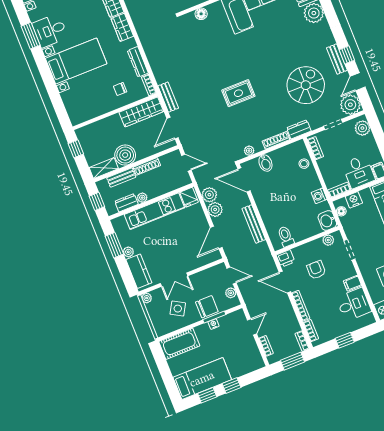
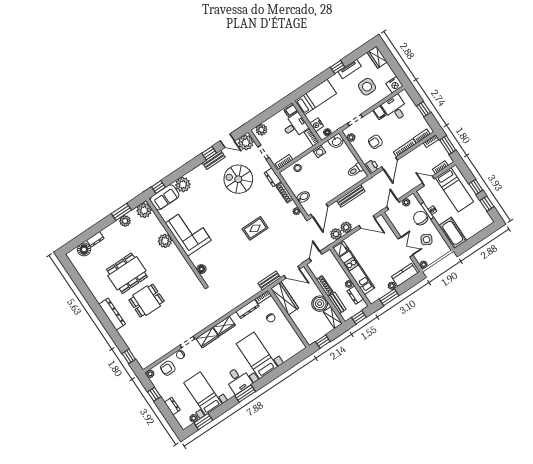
rug: (238, 93) -> (255, 228), turned 90
bed: (202, 379) -> (455, 190), moved, turned 180

